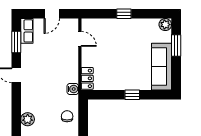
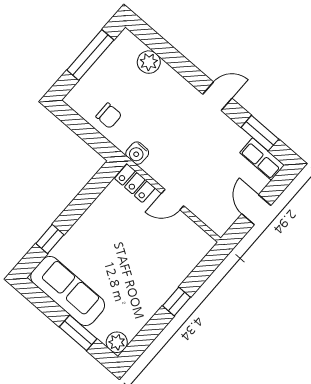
door: (80, 39) -> (173, 200), moved
window: (132, 95) -> (50, 239), moved

